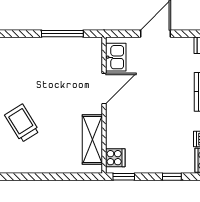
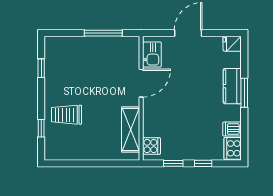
trolley: (22, 123) -> (67, 115), turned -58
window: (124, 177) -> (173, 163), moved

